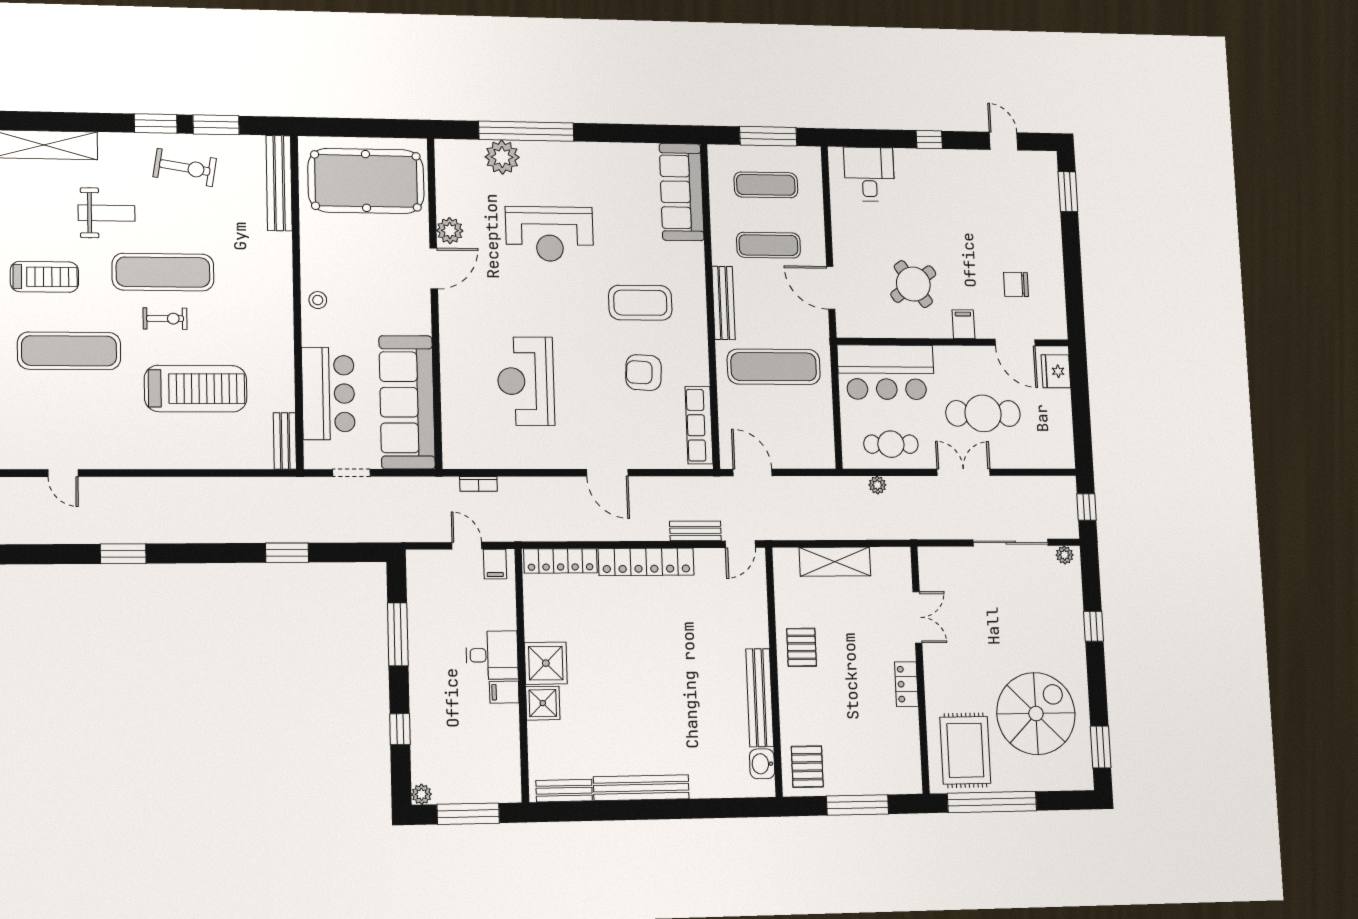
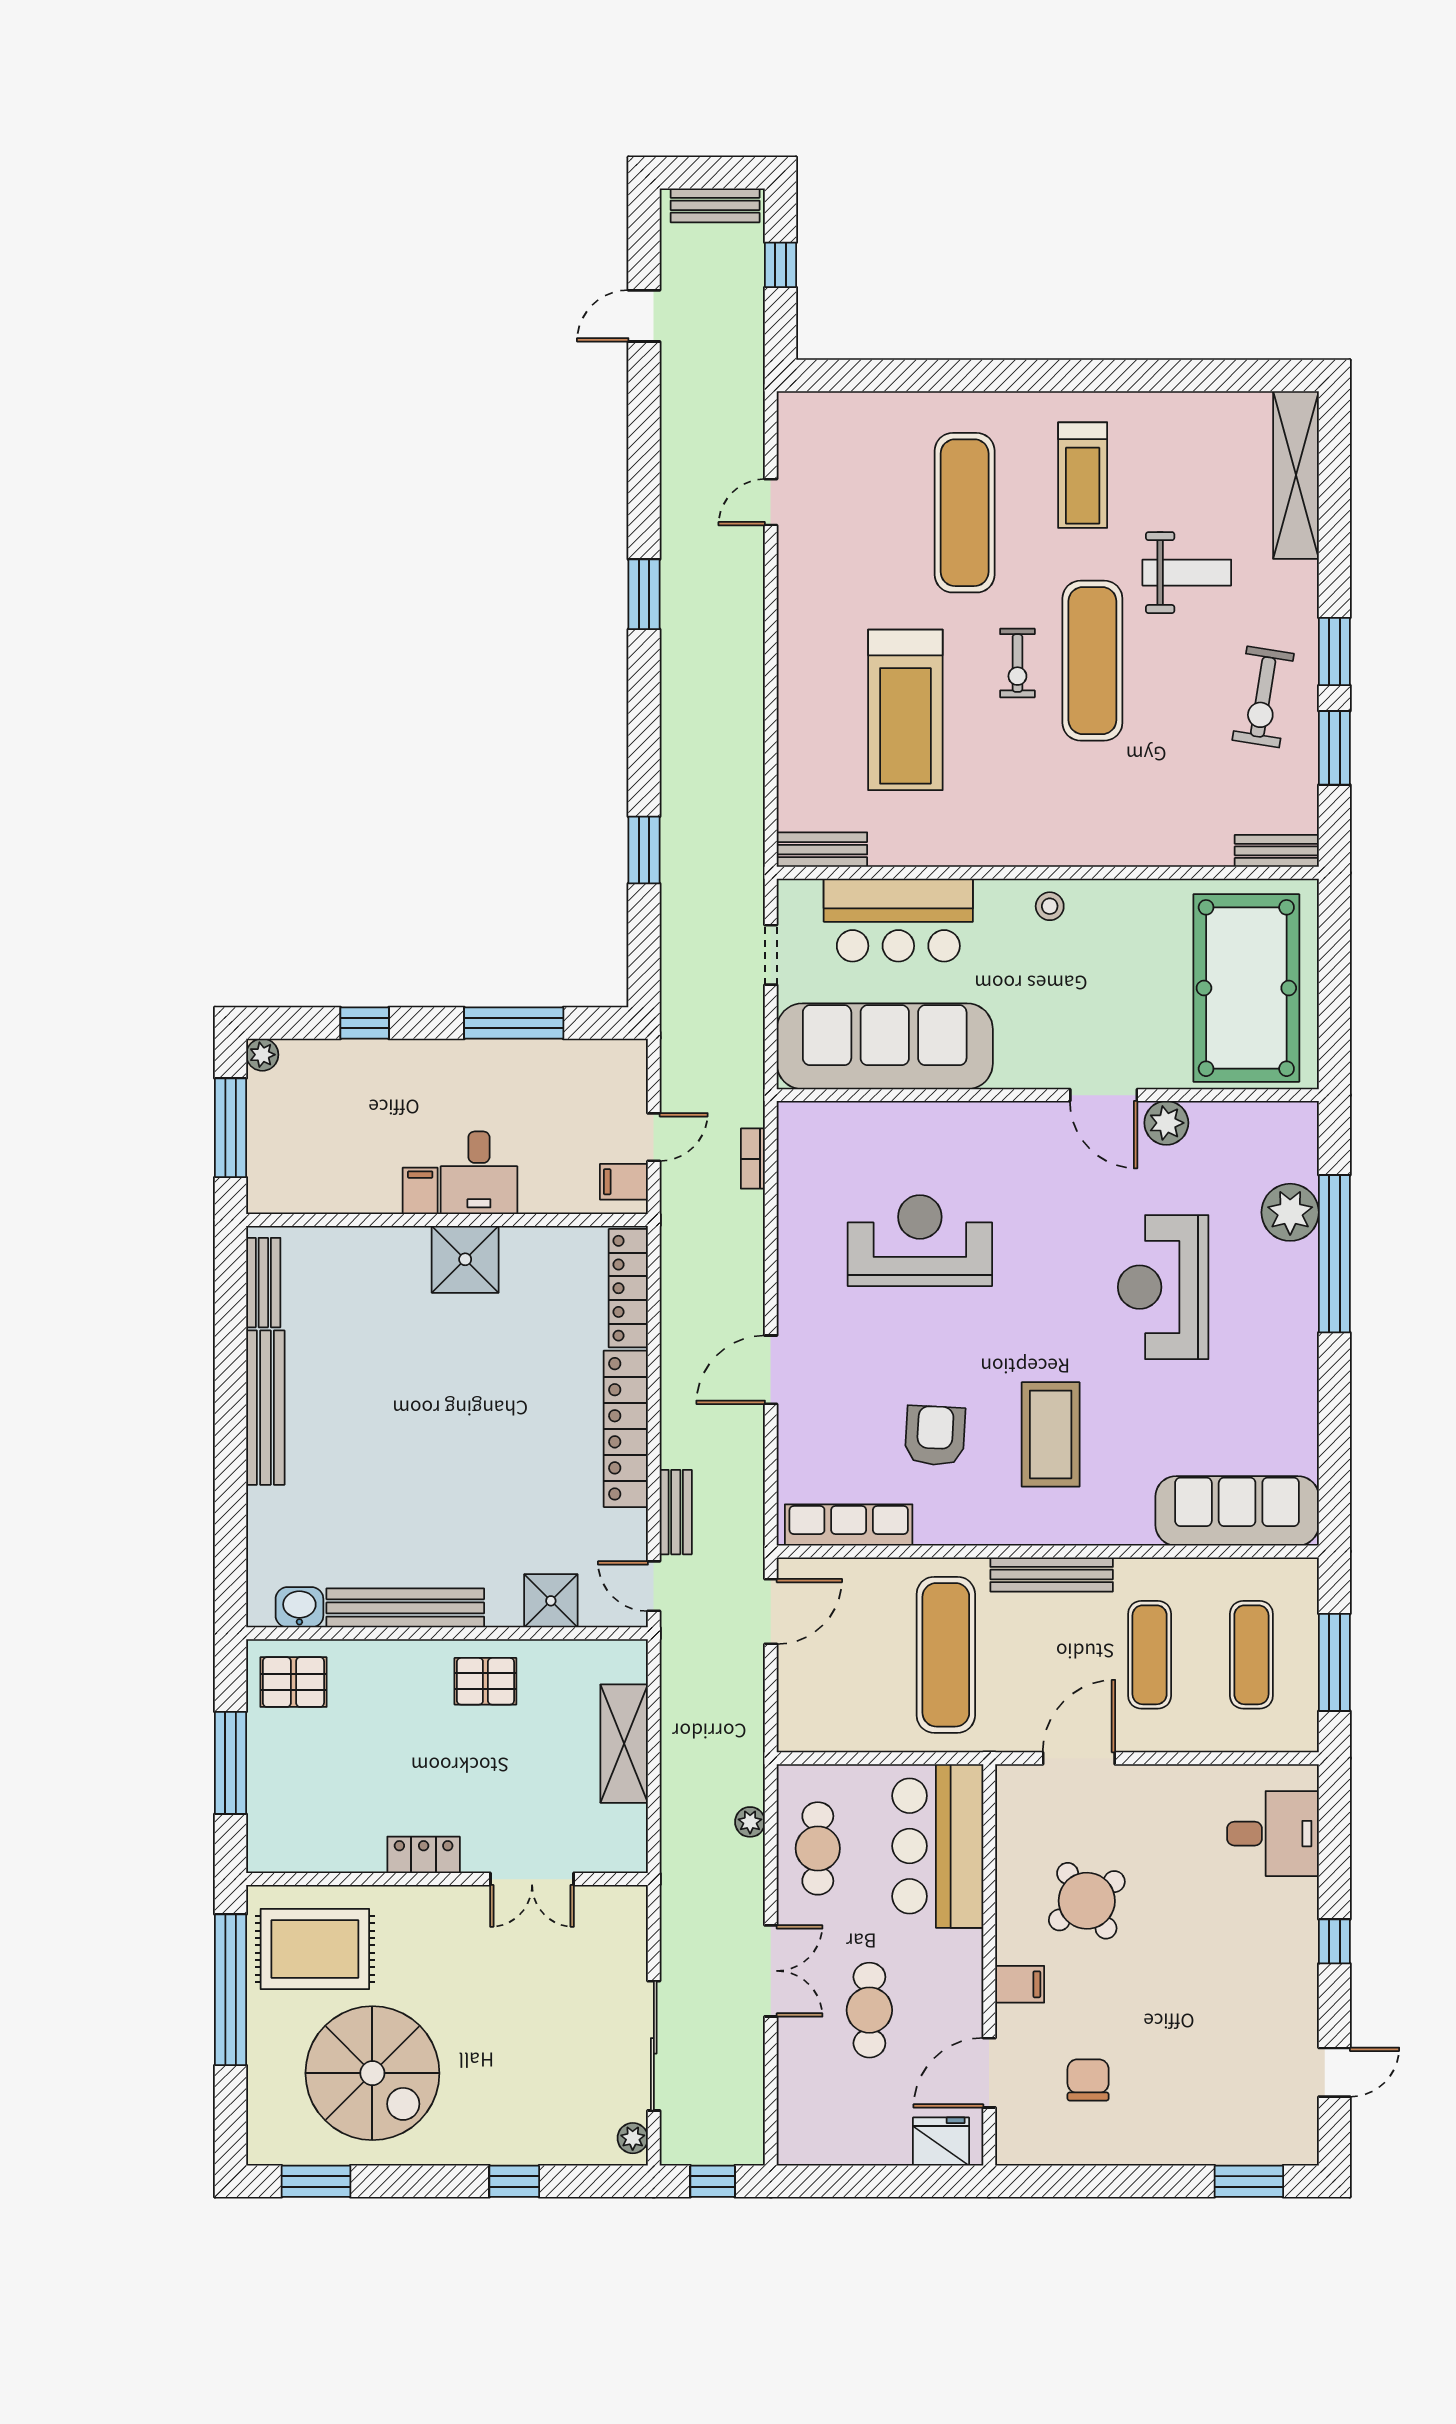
bench: (279, 183) -> (1277, 851), width x0.54, depth x0.82
weight bench: (106, 213) -> (1187, 573), turned -90
cafe table: (983, 413) -> (869, 2010), width x0.73, depth x0.74
shower: (543, 703) -> (551, 1601), moved

